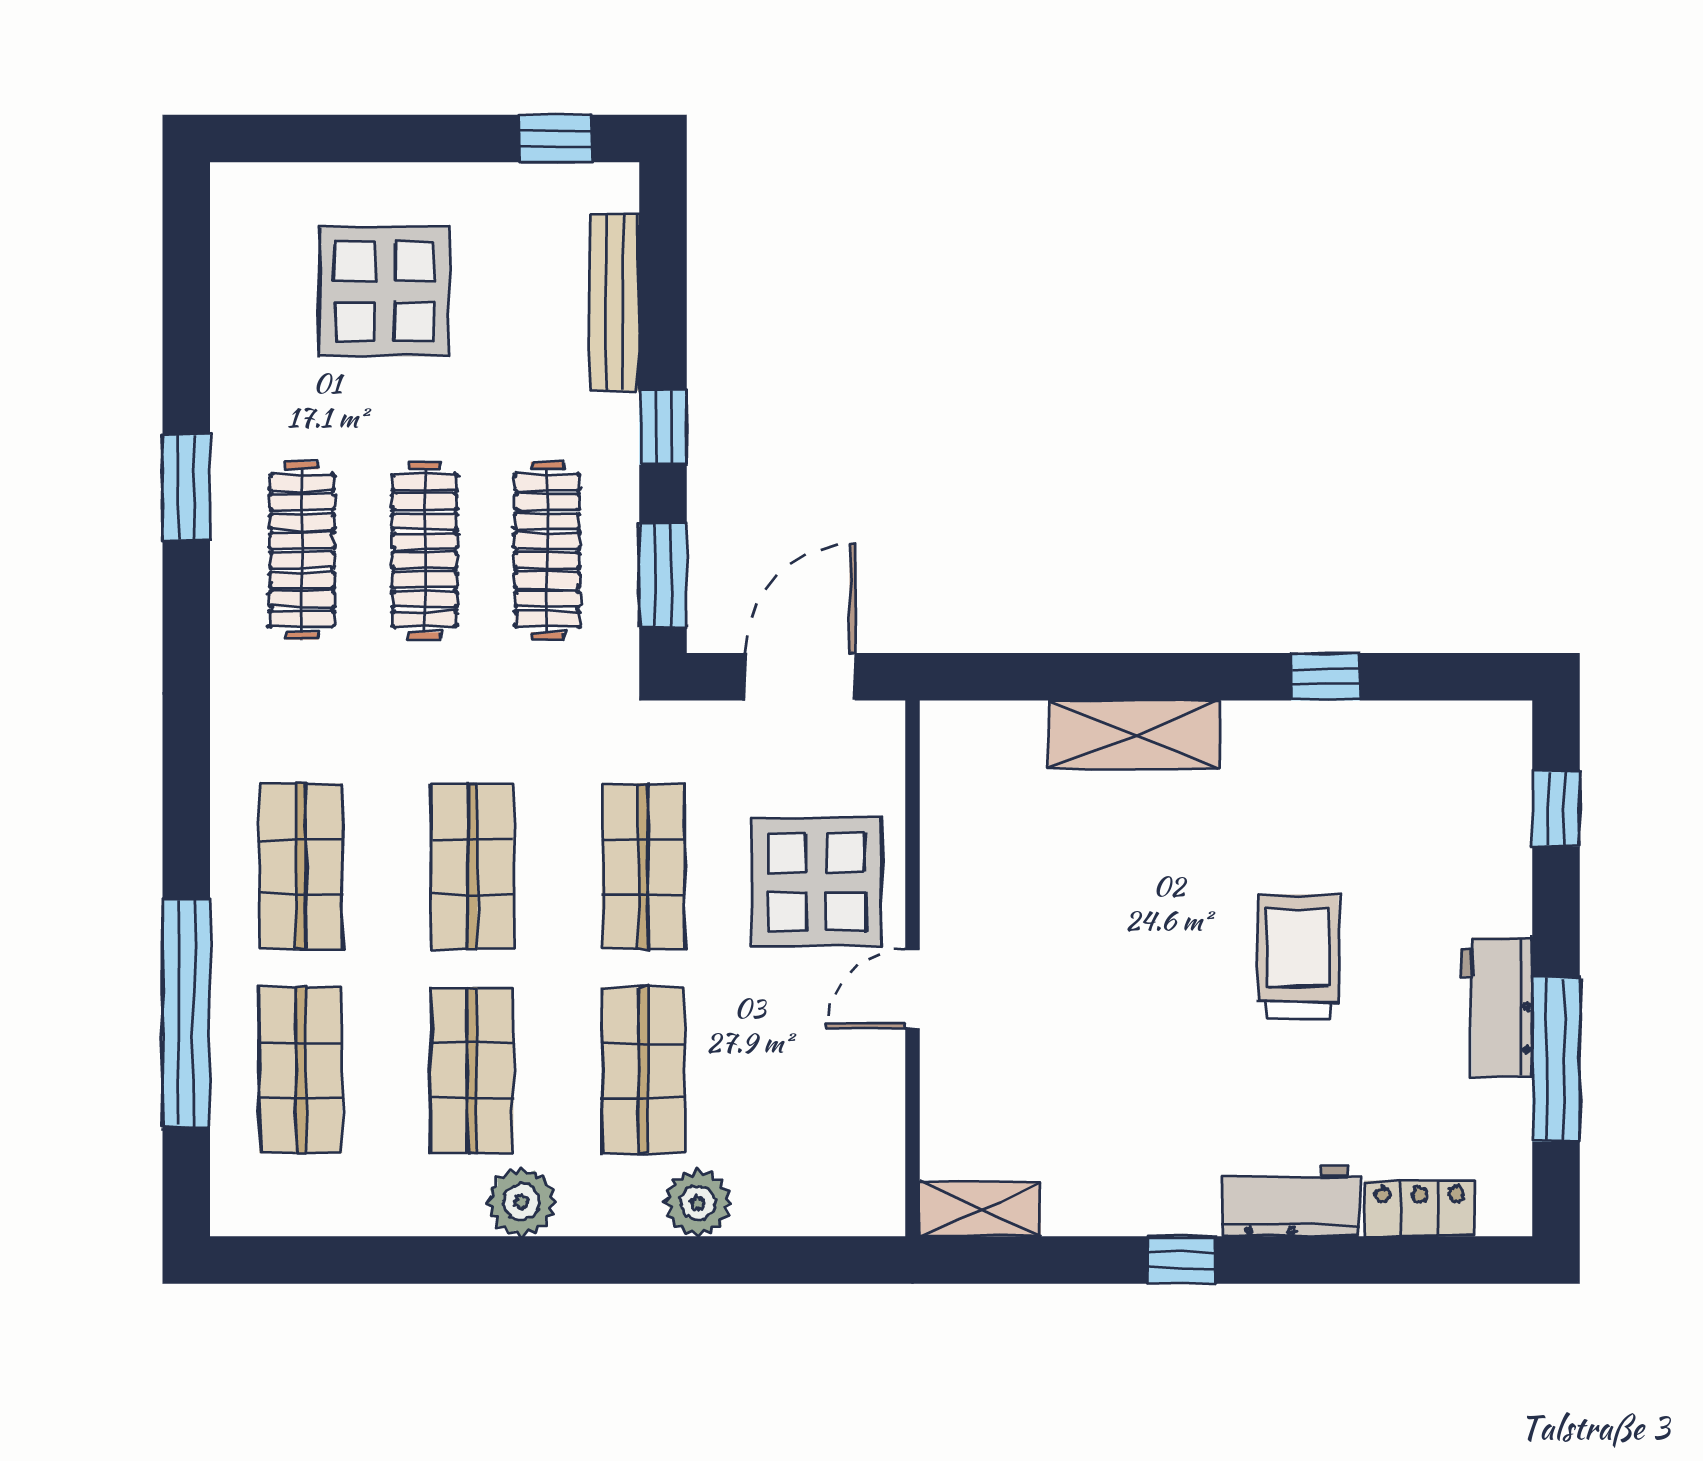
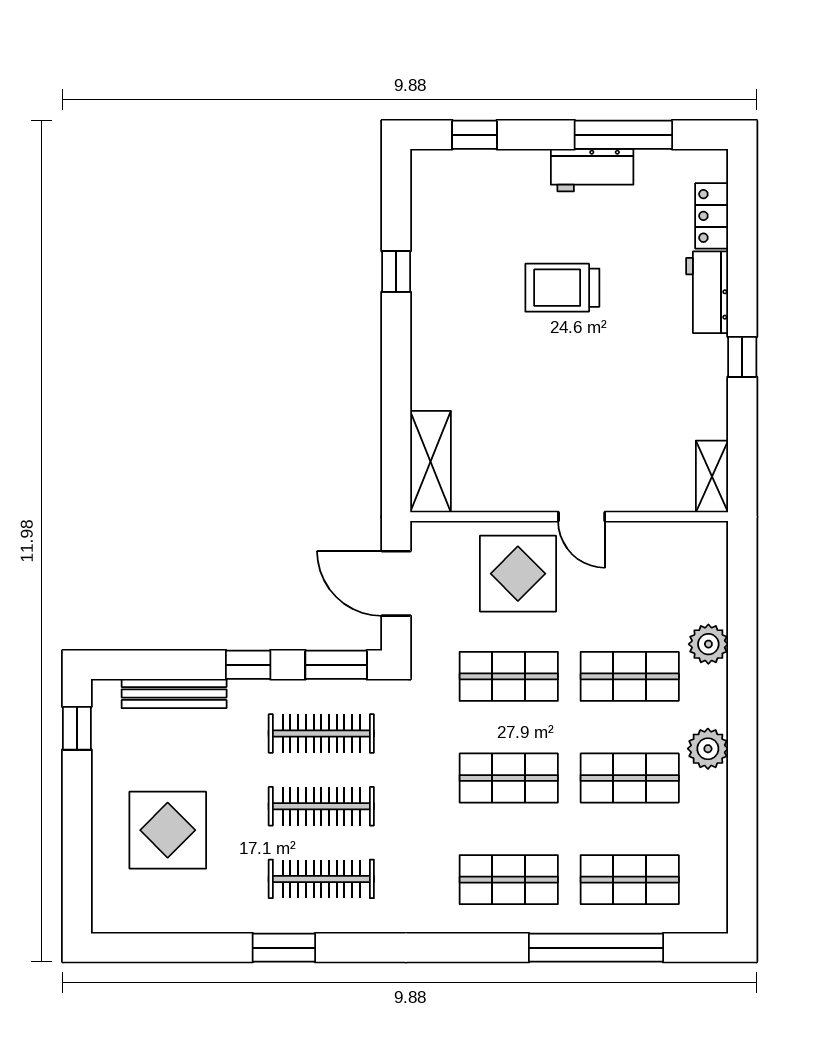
shelving: (1134, 735) -> (431, 462), moved

